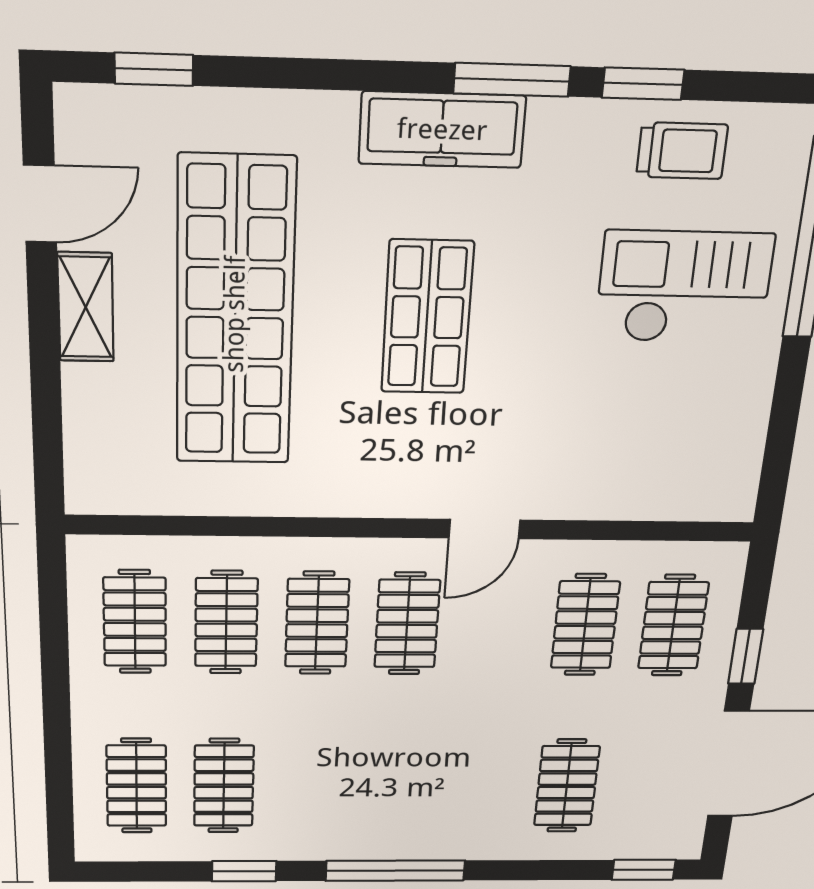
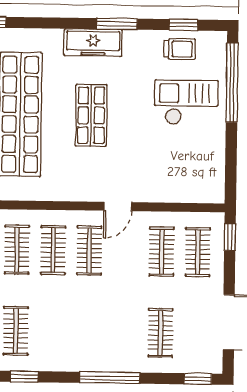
window: (643, 84) -> (183, 25), moved
window: (746, 656) -> (230, 237), moved
window: (395, 871) -> (110, 378), moved

